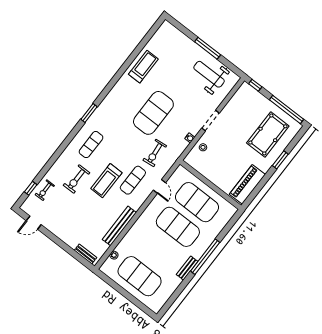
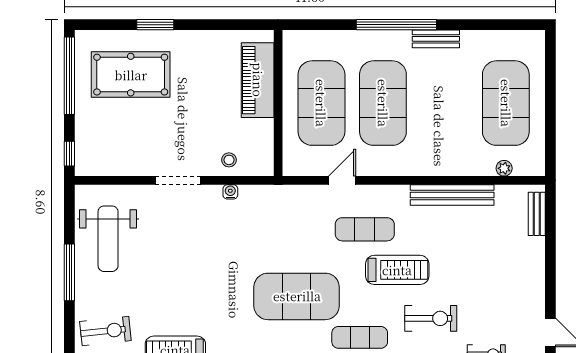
exercise mat: (153, 113) -> (297, 296), moved
exercise bike: (155, 153) -> (105, 331), moved
piano: (247, 184) -> (258, 80), moved, turned 90

